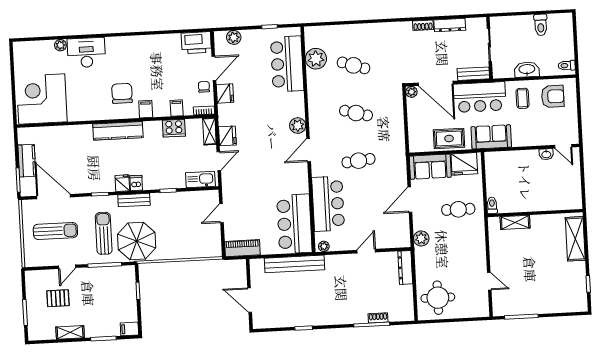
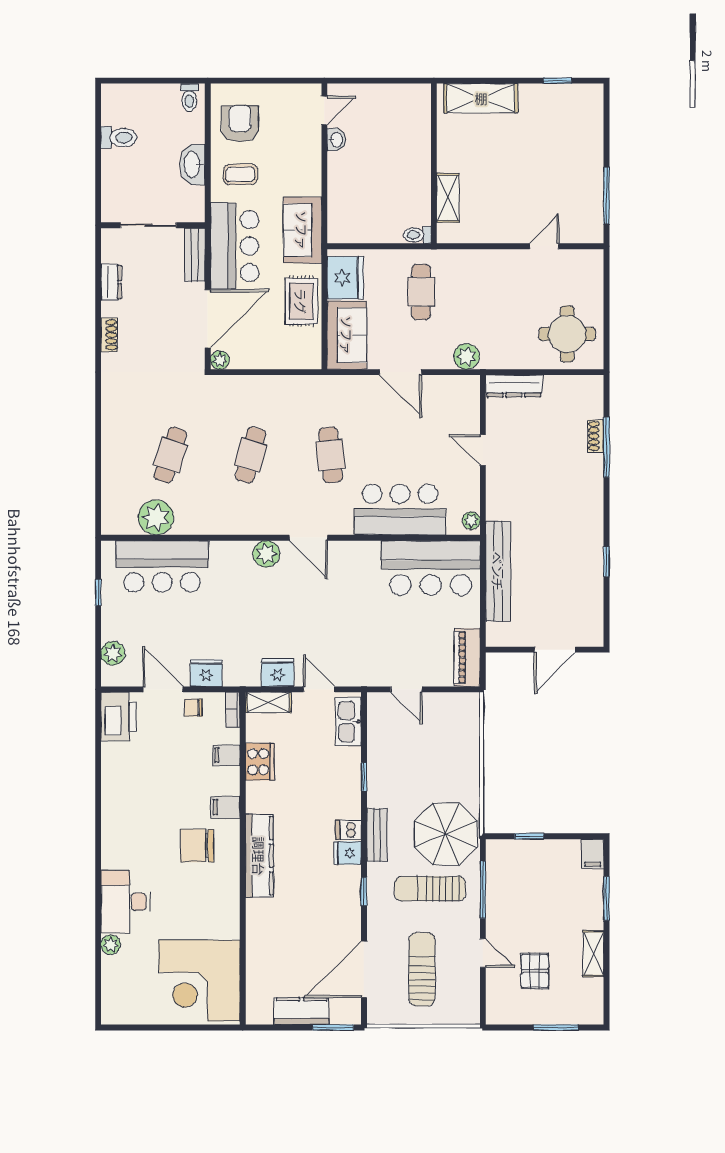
dresser: (450, 25) -> (111, 282), width x0.70

